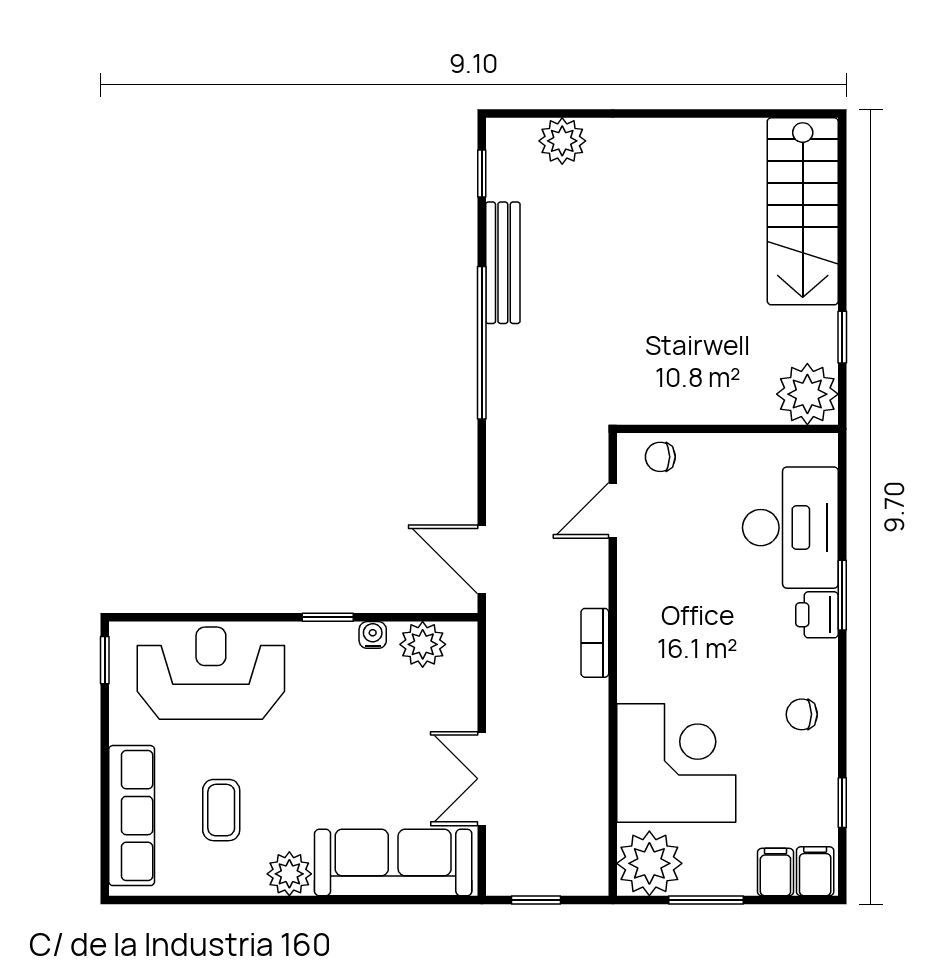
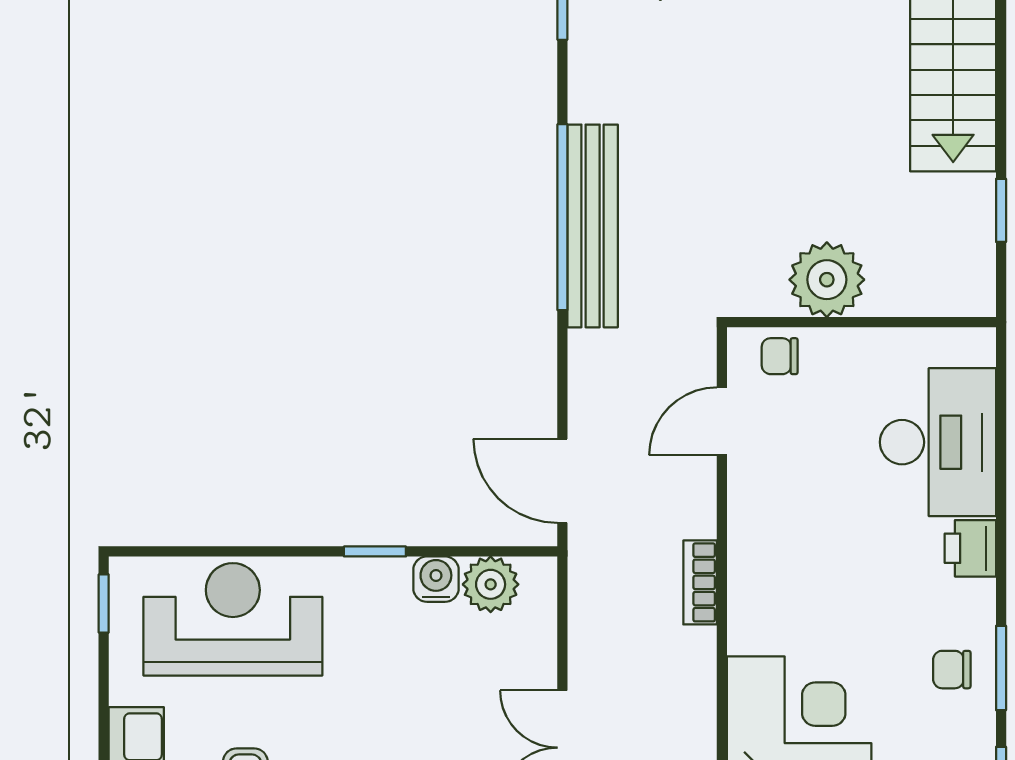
bench: (503, 263) -> (593, 226), moved, width x1.37, depth x1.21
plant: (807, 394) -> (827, 280), moved
window: (842, 595) -> (1001, 668), moved
water cooler: (373, 635) -> (436, 579), width x1.38, depth x1.38

